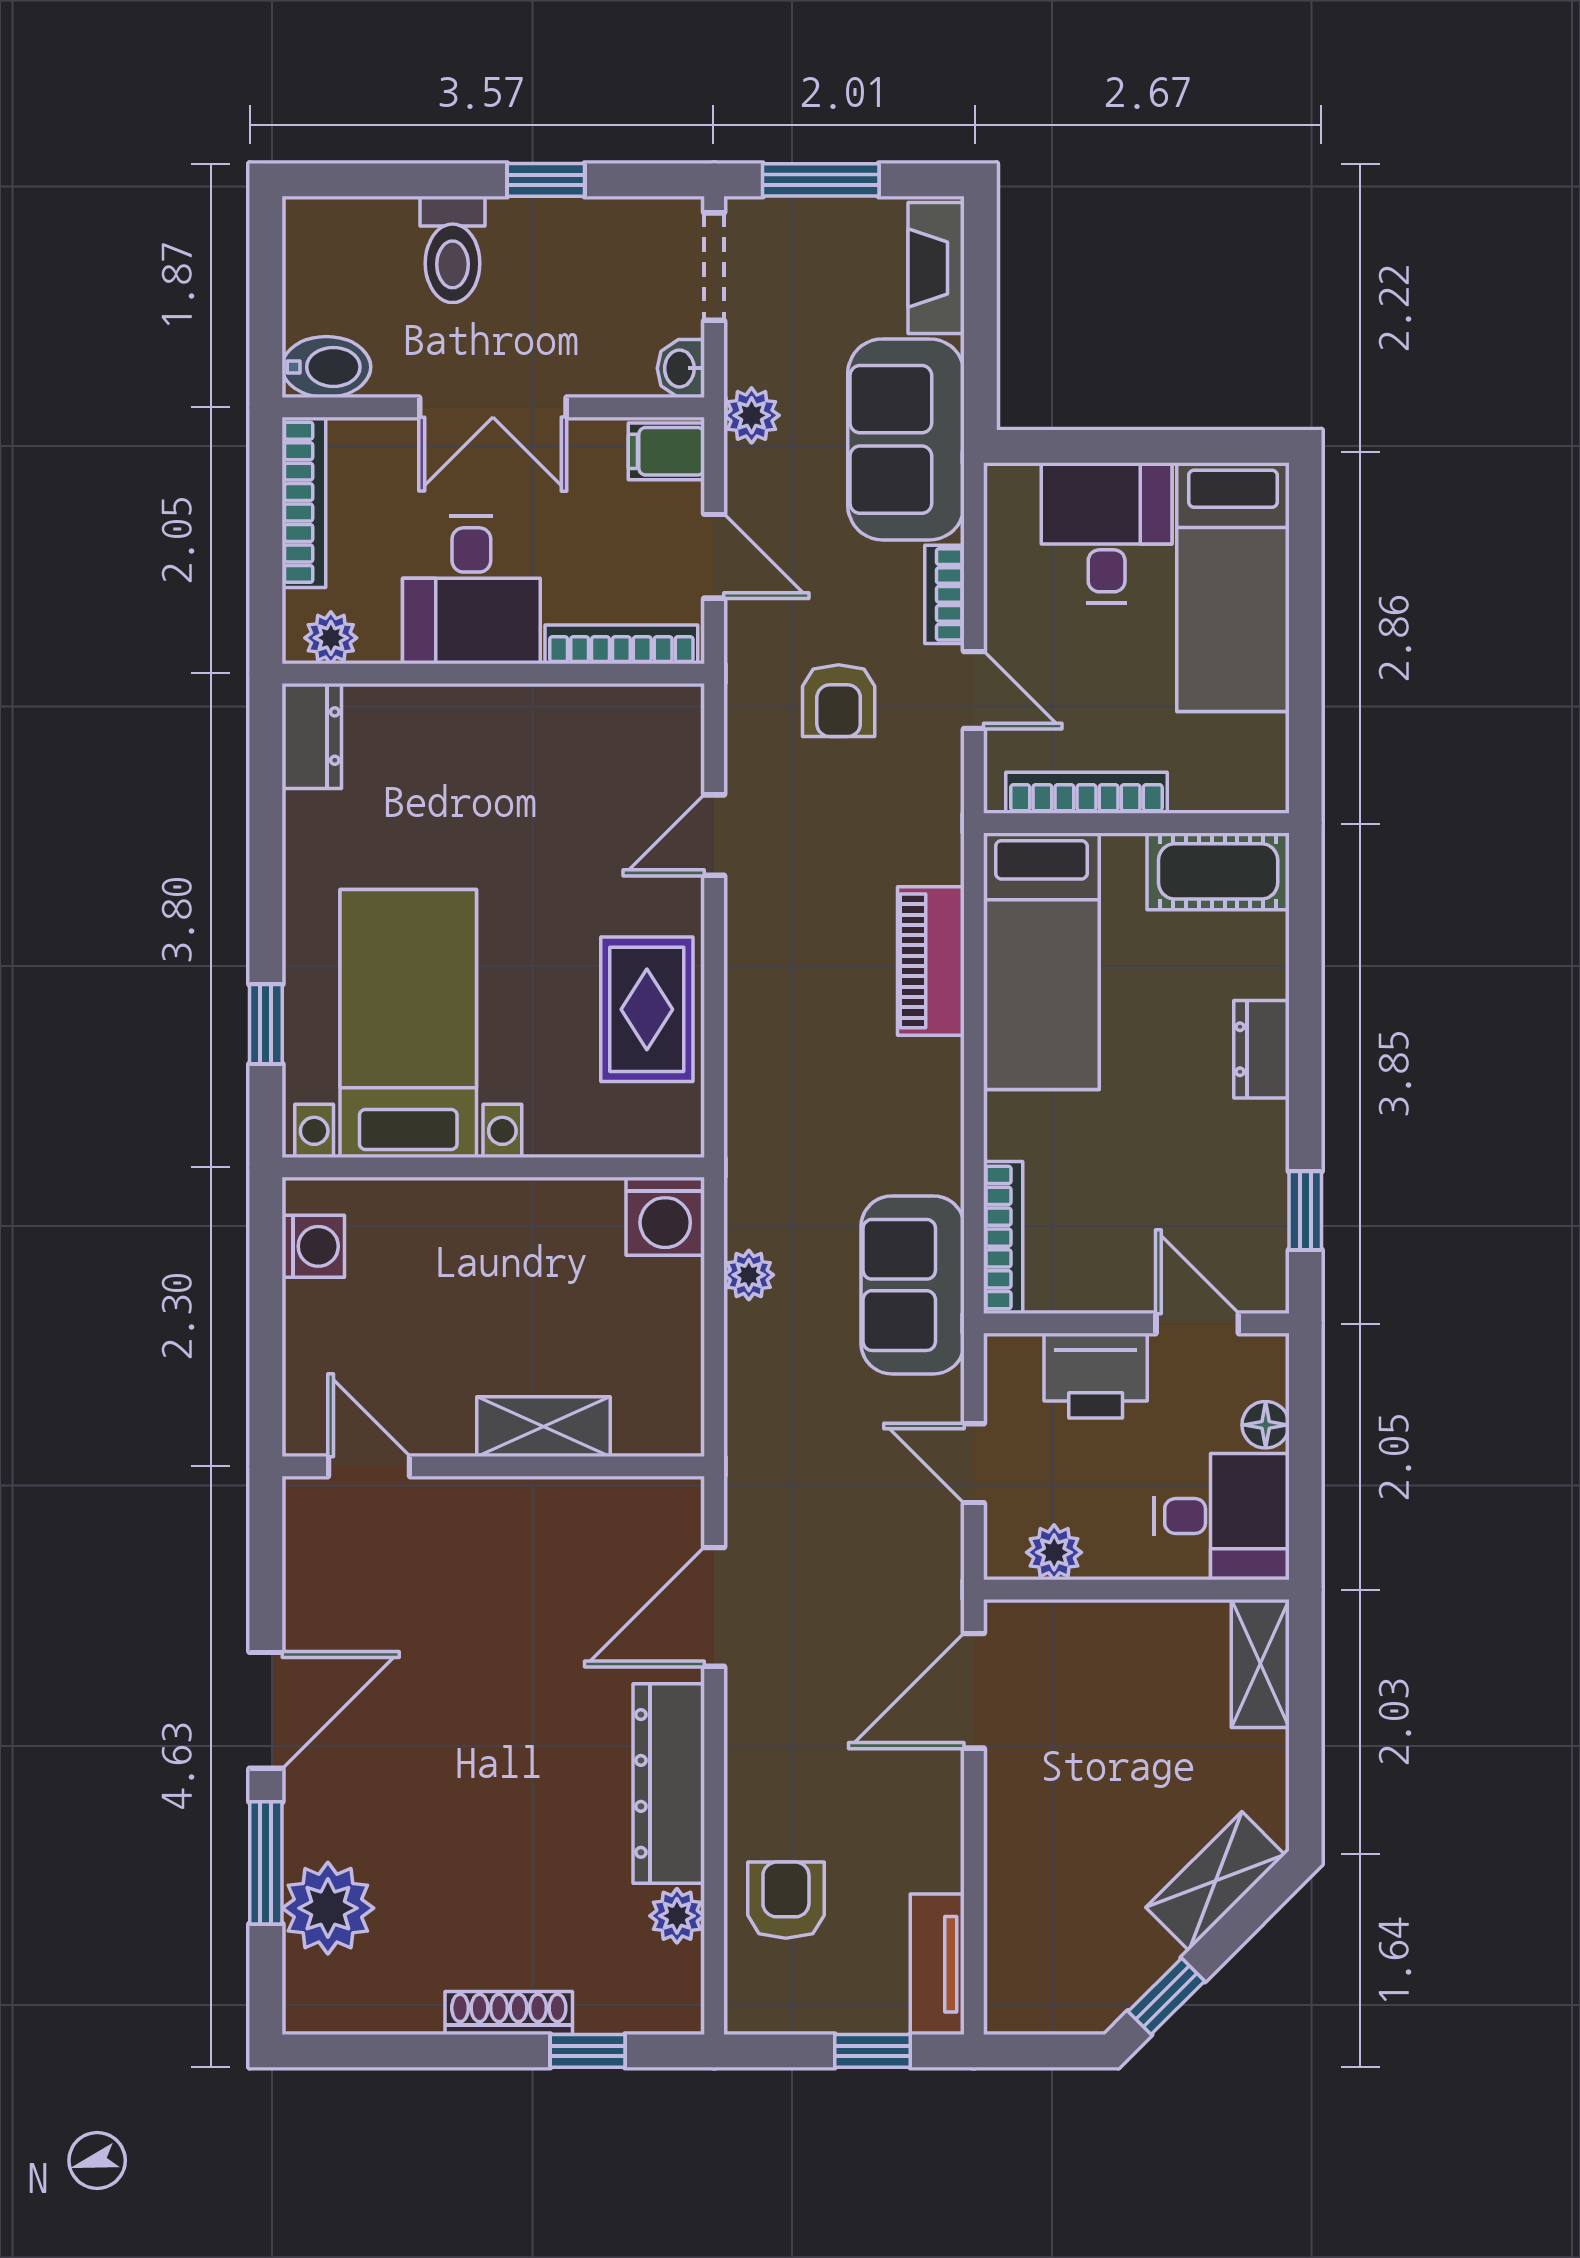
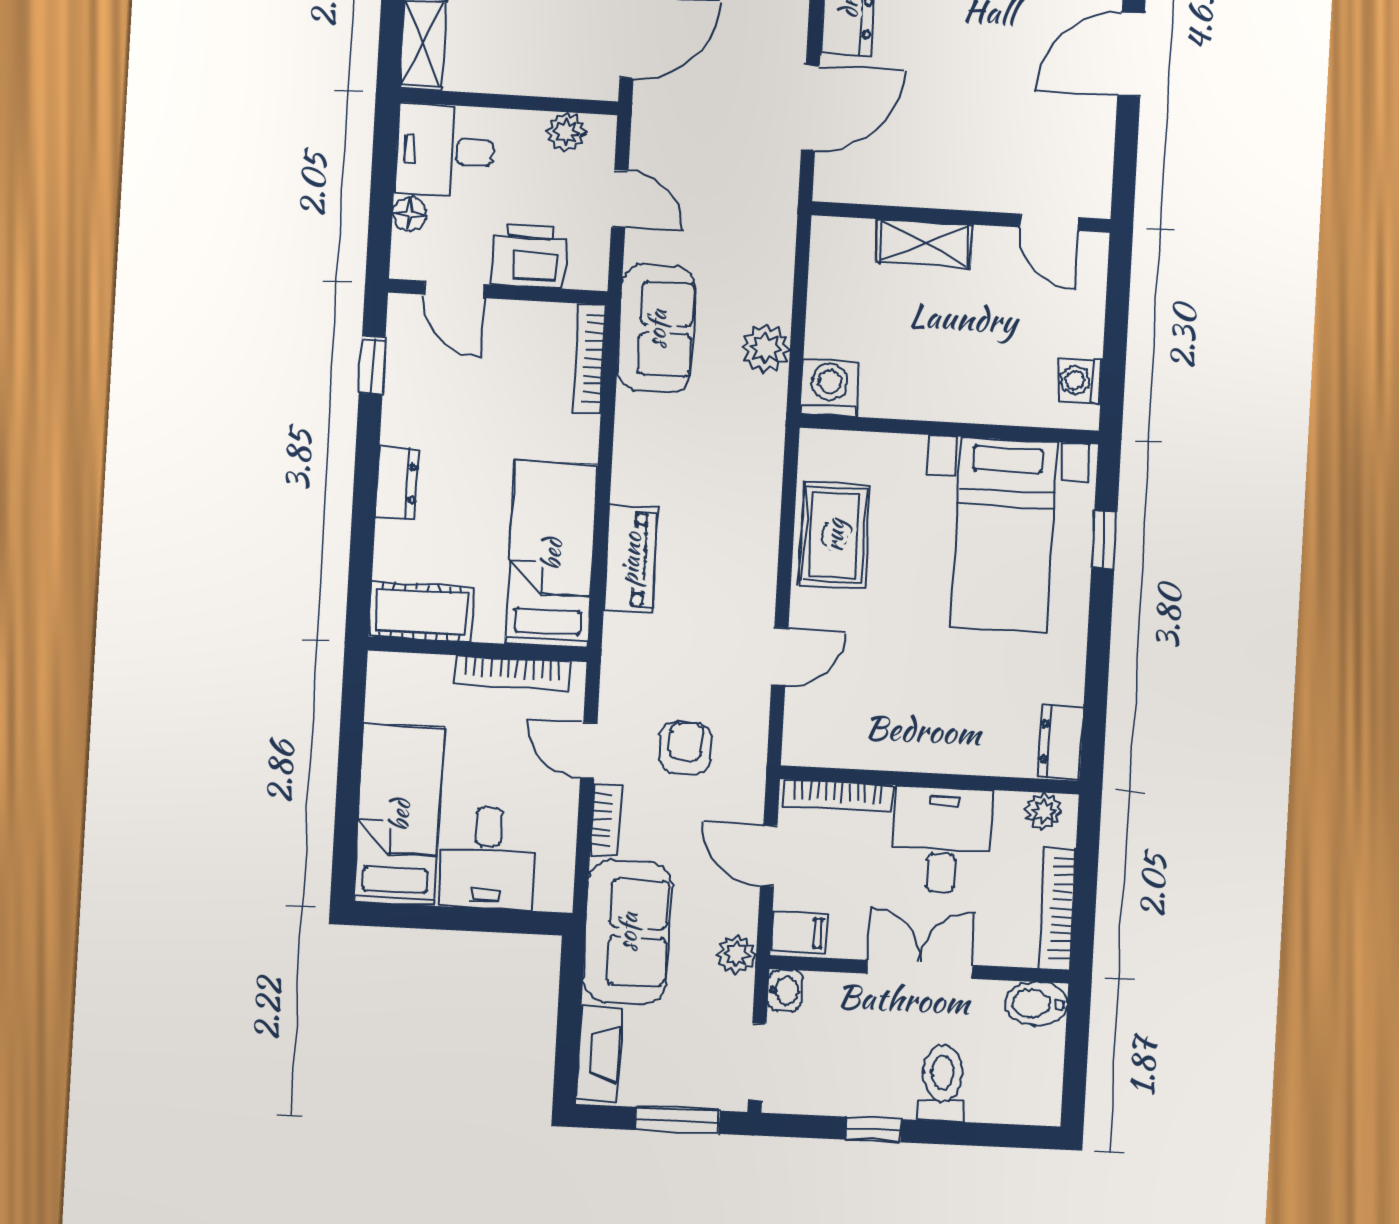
plant: (749, 1275) -> (766, 349), width x1.38, depth x1.38

